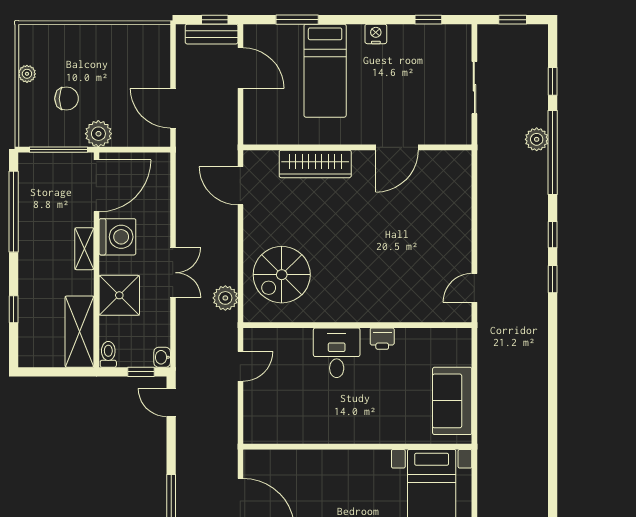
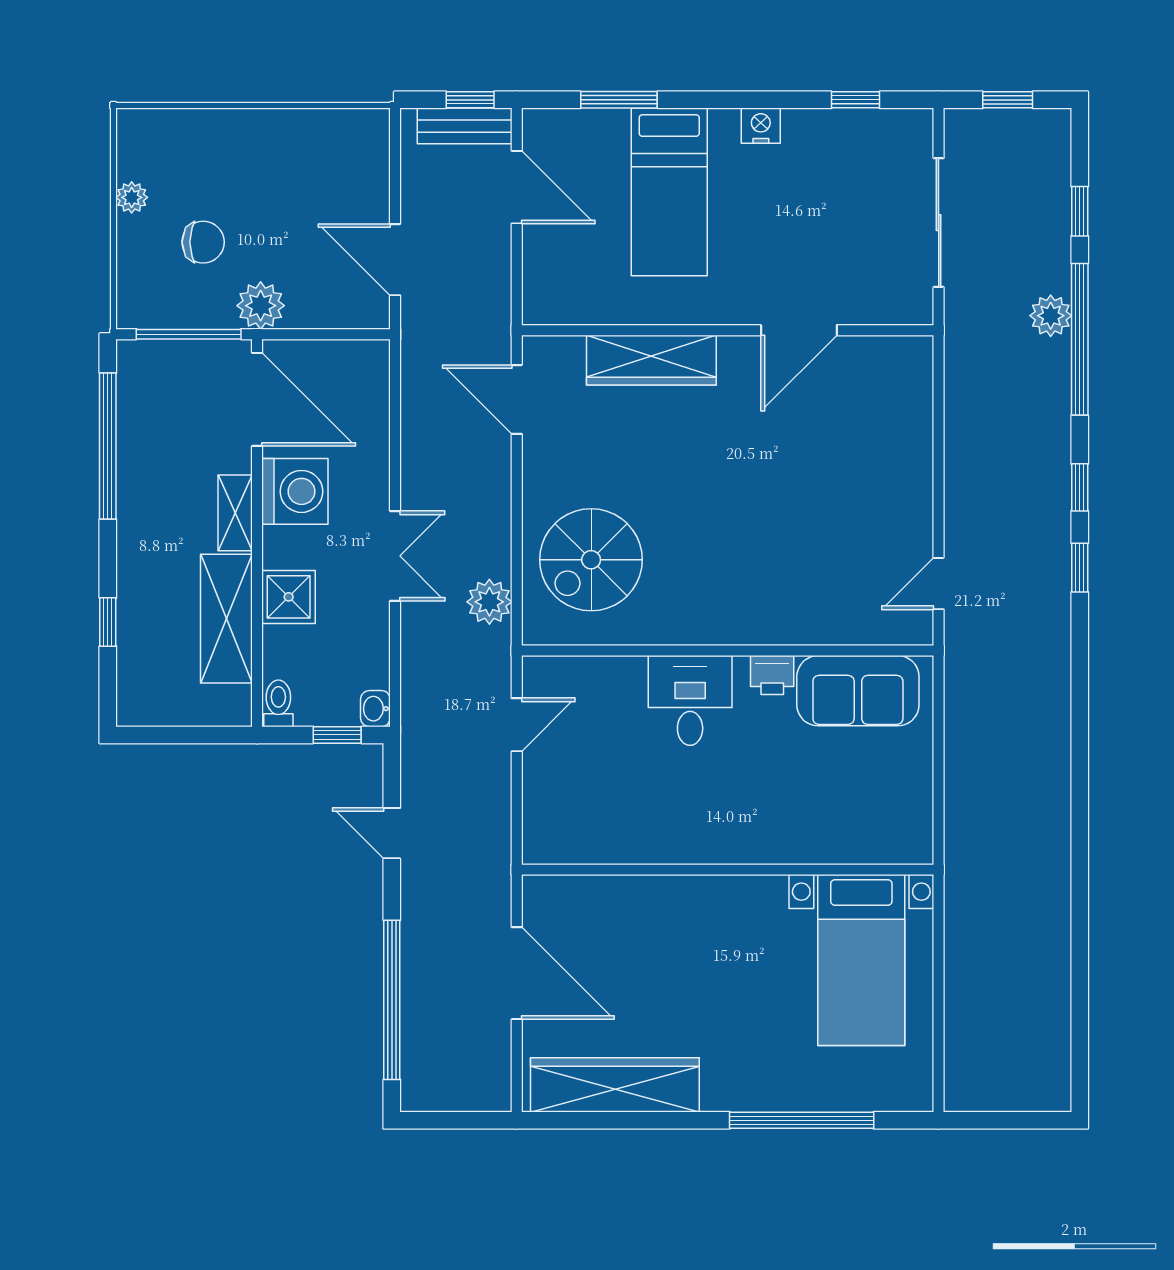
sliding door: (474, 88) -> (939, 223), width x1.37
door: (96, 186) -> (257, 399), hinge flipped
shower: (119, 295) -> (289, 597), width x0.73, depth x0.73
shelving: (79, 332) -> (226, 619), moved
sofa: (452, 401) -> (858, 691), moved, turned -90
door: (171, 403) -> (392, 833), moved

